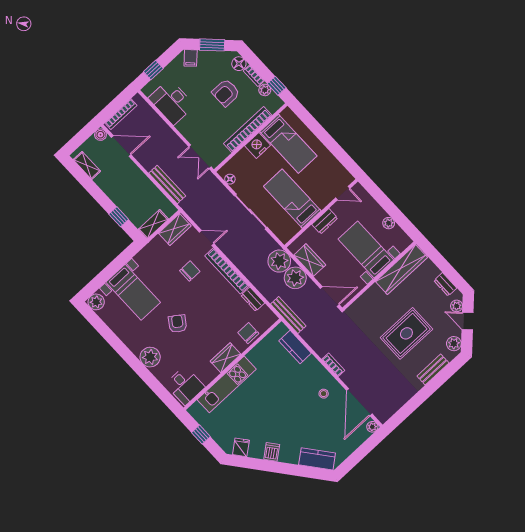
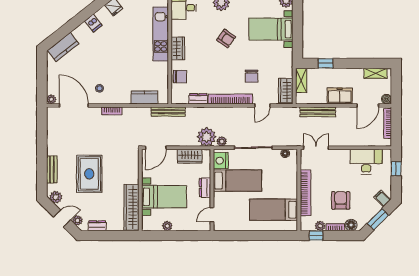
nightstand: (258, 145) -> (221, 161), moved, turned 180
freezer: (136, 178) -> (340, 96), added
plant: (295, 278) -> (222, 141), moved, width x0.53, depth x0.53

